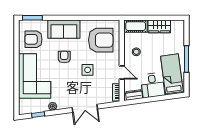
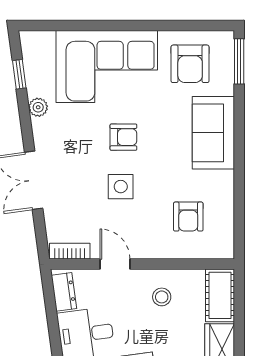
armchair: (33, 39) -> (190, 64), turned 180
armchair: (101, 40) -> (188, 217), width x0.53, depth x0.53
armchair: (64, 57) -> (123, 137), moved
door: (122, 72) -> (115, 264), swing flipped

